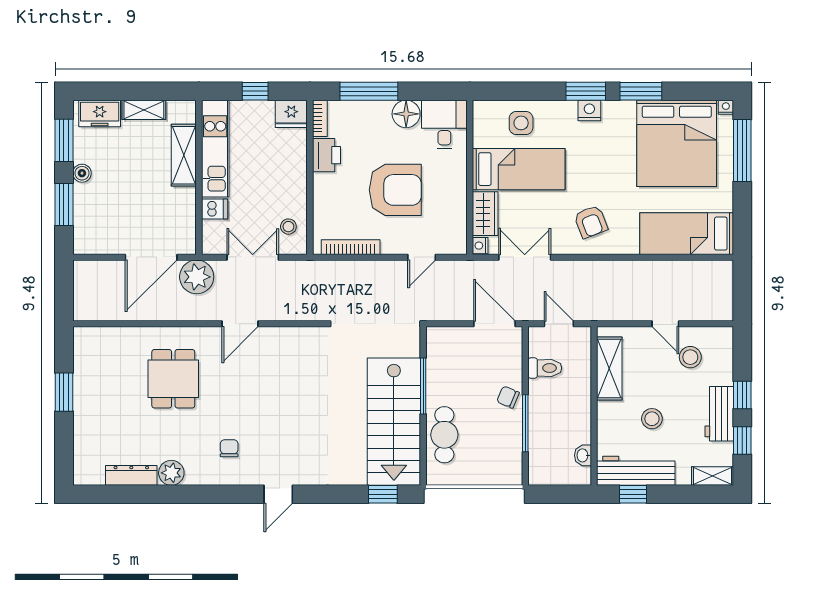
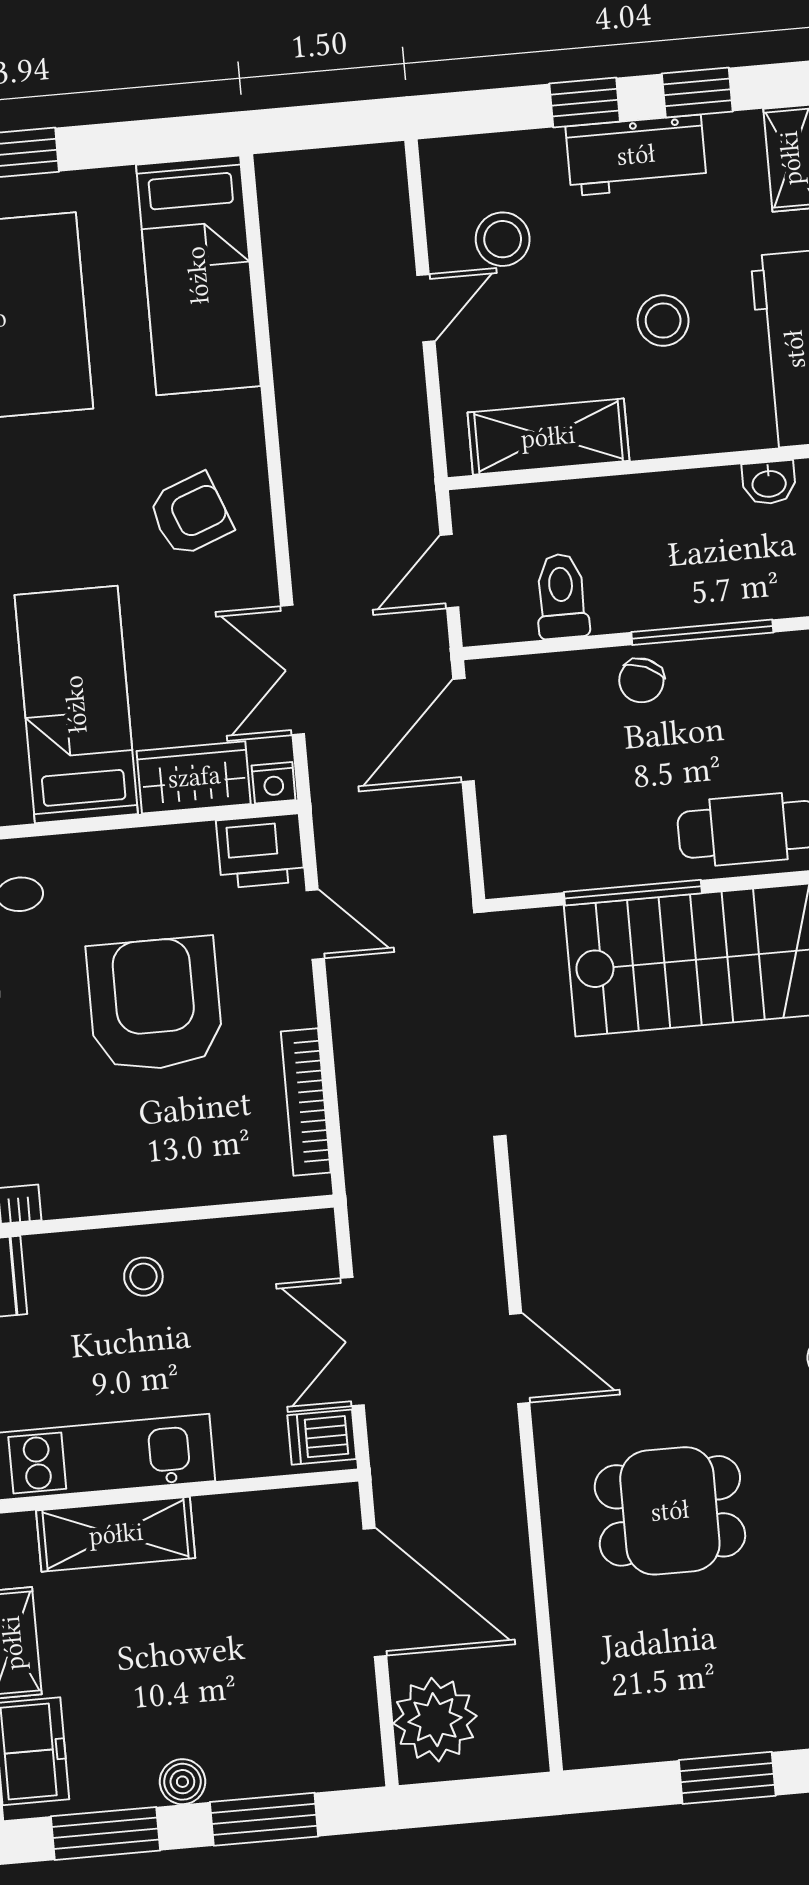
printer: (326, 155) -> (260, 851), moved, turned 180
dishwasher: (215, 209) -> (322, 1437), moved, turned -90
stool: (288, 227) -> (143, 1277), moved
plant: (197, 277) -> (435, 1720), moved

